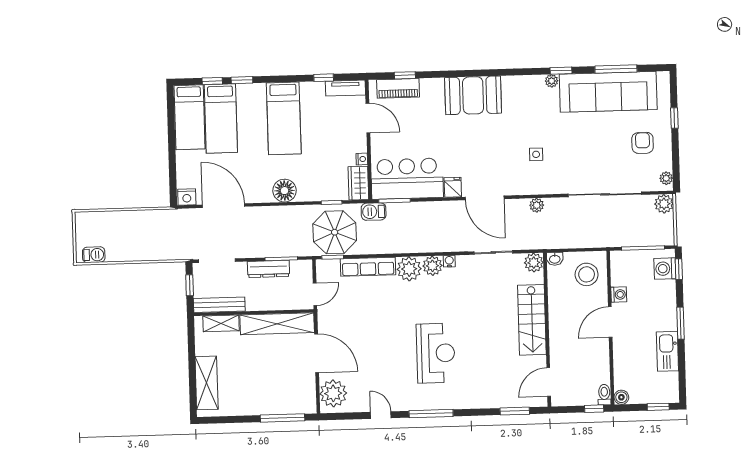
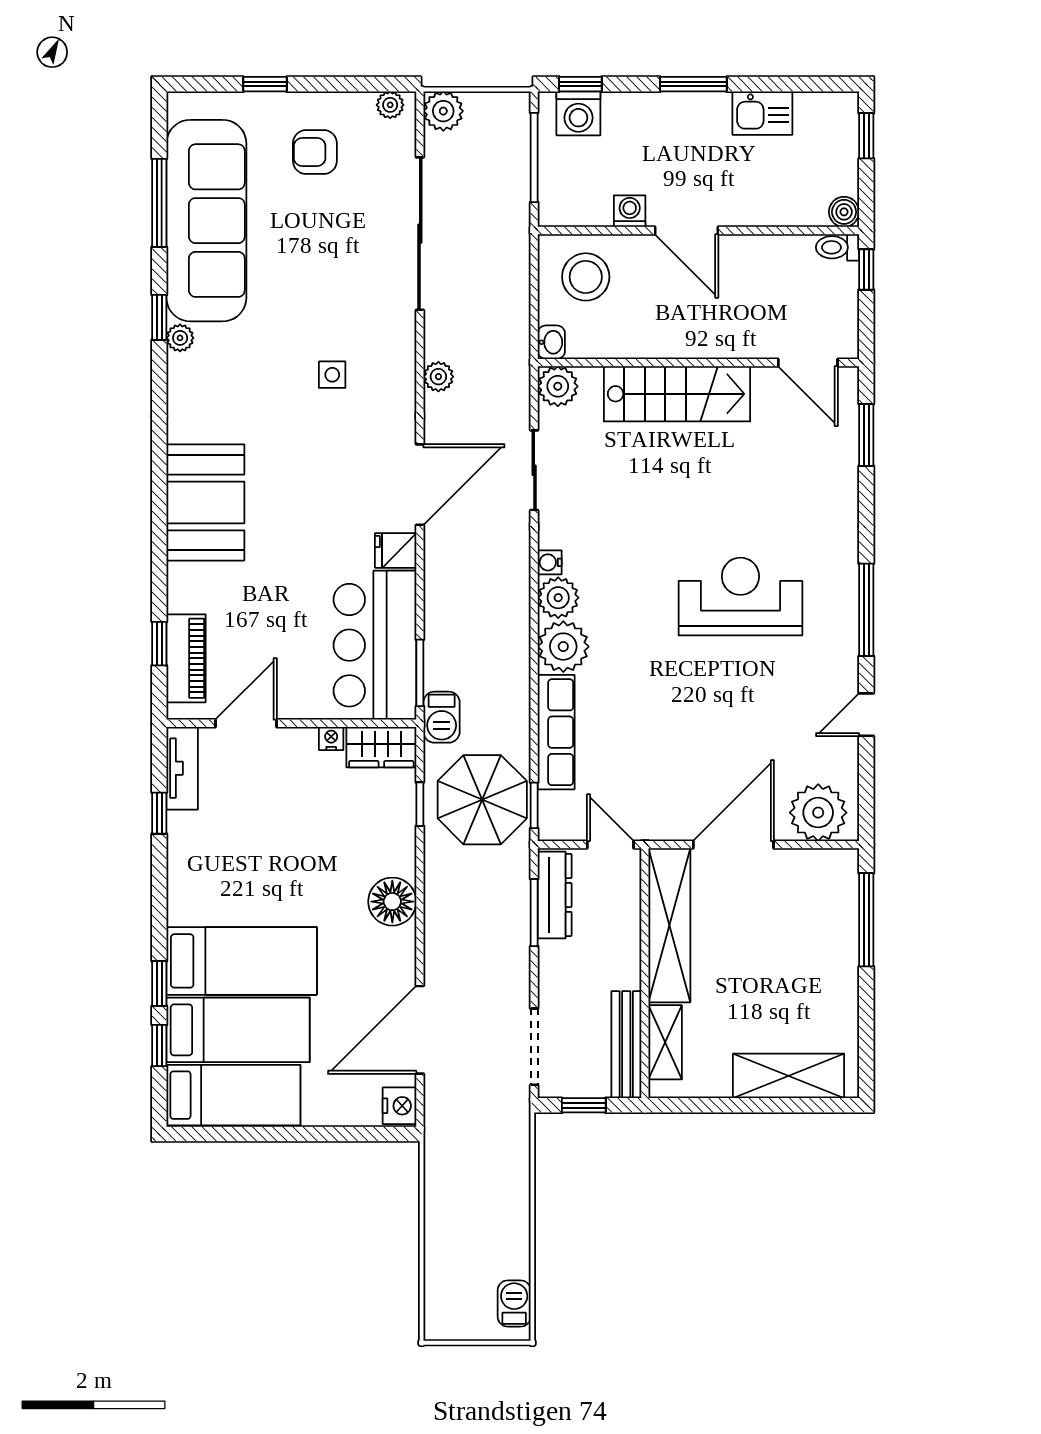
bed: (284, 118) -> (242, 961), moved
dresser: (268, 269) -> (555, 895), moved
kitchen sink: (667, 351) -> (762, 113), width x0.73

